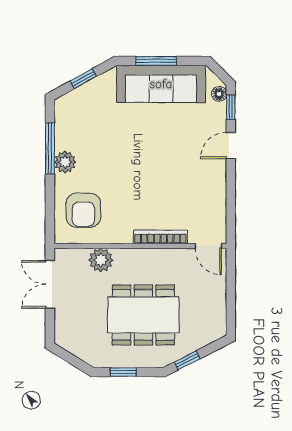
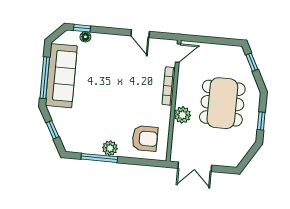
window: (156, 61) -> (45, 78), width x1.44
floor lamp: (219, 94) -> (85, 37), moved
door: (231, 146) -> (140, 34), moved
plant: (101, 260) -> (182, 115), moved
window: (187, 360) -> (252, 62), moved

